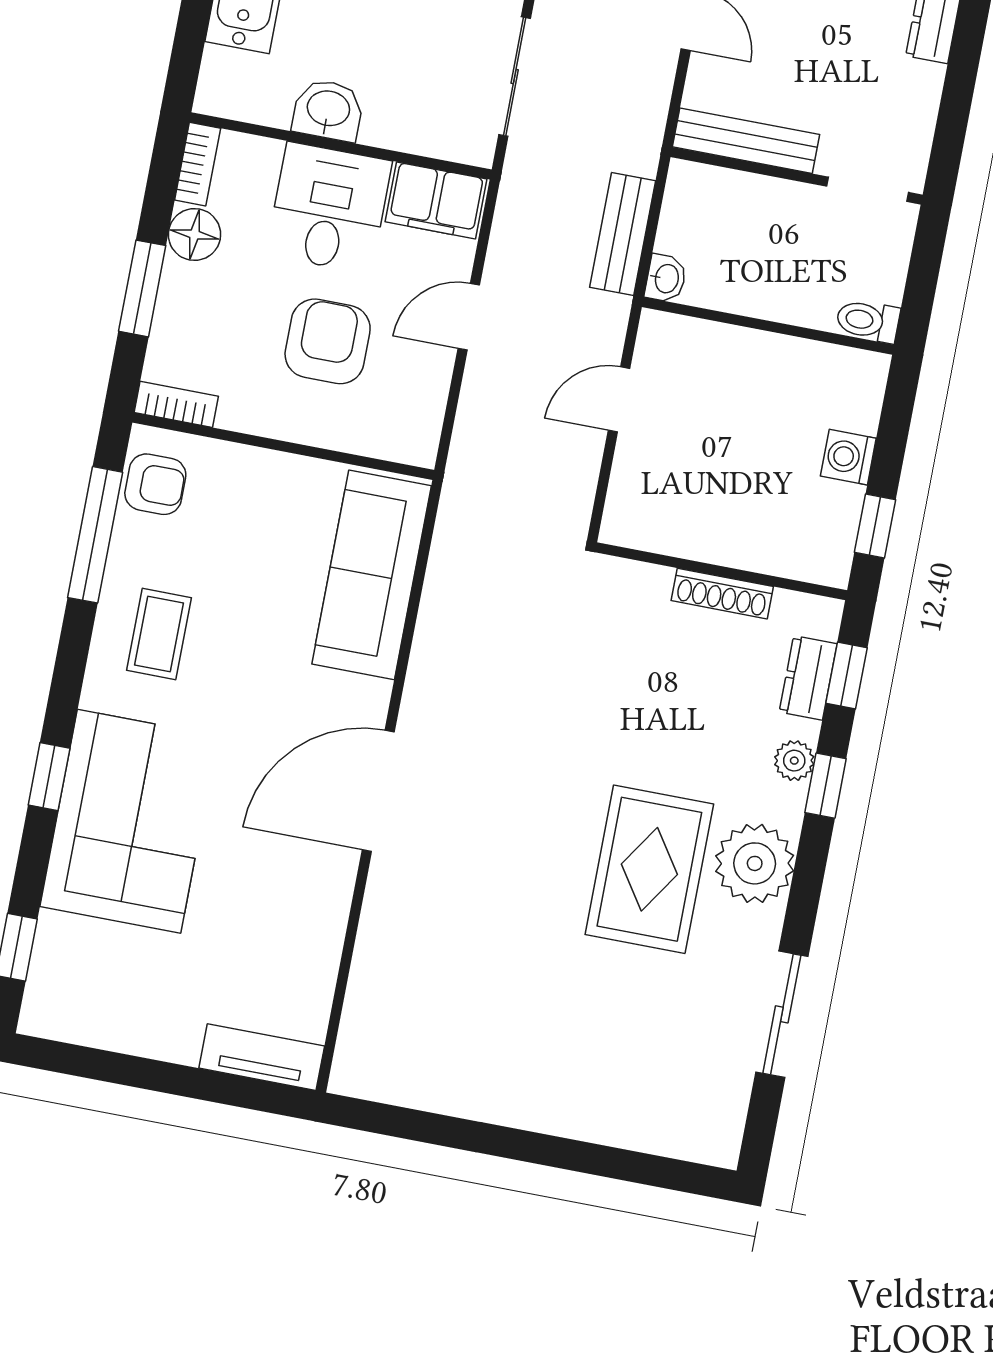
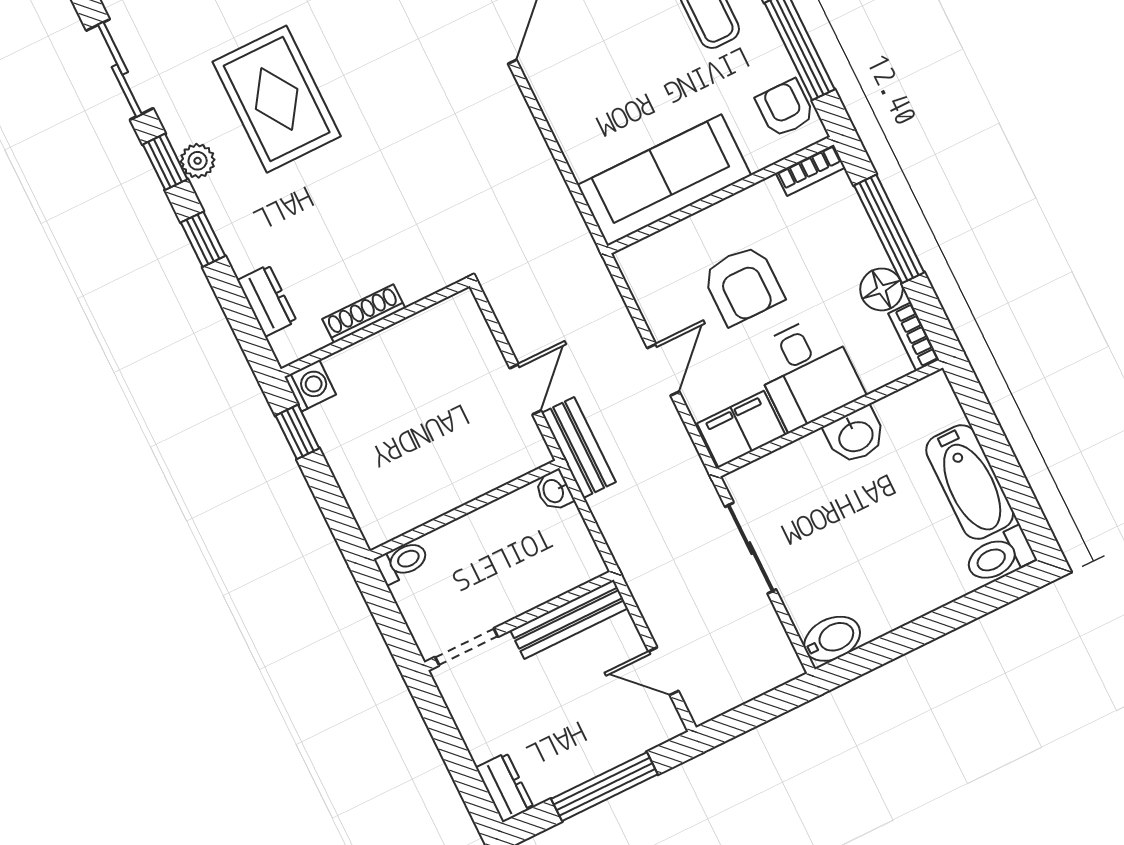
bench: (623, 234) -> (579, 447), moved
window: (142, 288) -> (889, 229), width x1.44
washing machine: (848, 457) -> (310, 386), moved
armchair: (155, 484) -> (785, 108), turned 90
sofa: (372, 575) -> (664, 180), moved, turned -90
window: (847, 675) -> (165, 162), moved
plant: (794, 761) -> (235, 240), removed
plant: (755, 863) -> (198, 161), width x0.53, depth x0.53

